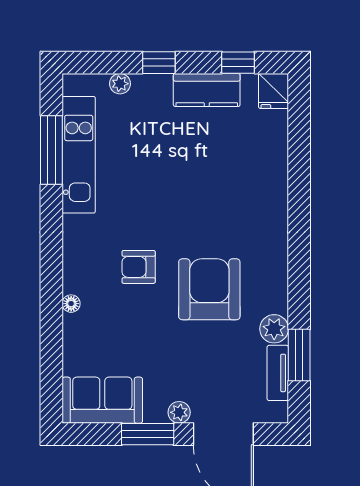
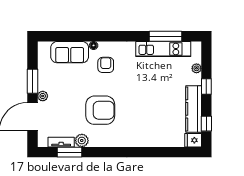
kitchen counter: (207, 90) -> (194, 109), width x1.50
armchair: (139, 267) -> (106, 65), moved
sofa: (102, 400) -> (70, 52), moved, turned 90

